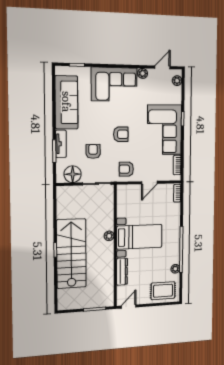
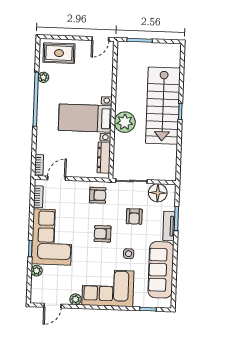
plant: (177, 81) -> (37, 271), moved
side table: (97, 117) -> (129, 254), added
door: (149, 183) -> (57, 178), moved
plant: (109, 236) -> (125, 122), width x1.88, depth x1.88
dresser: (122, 272) -> (104, 158), moved

